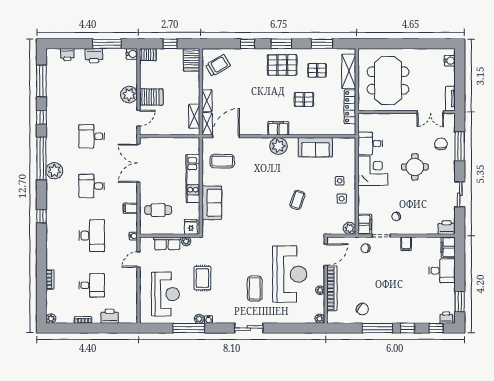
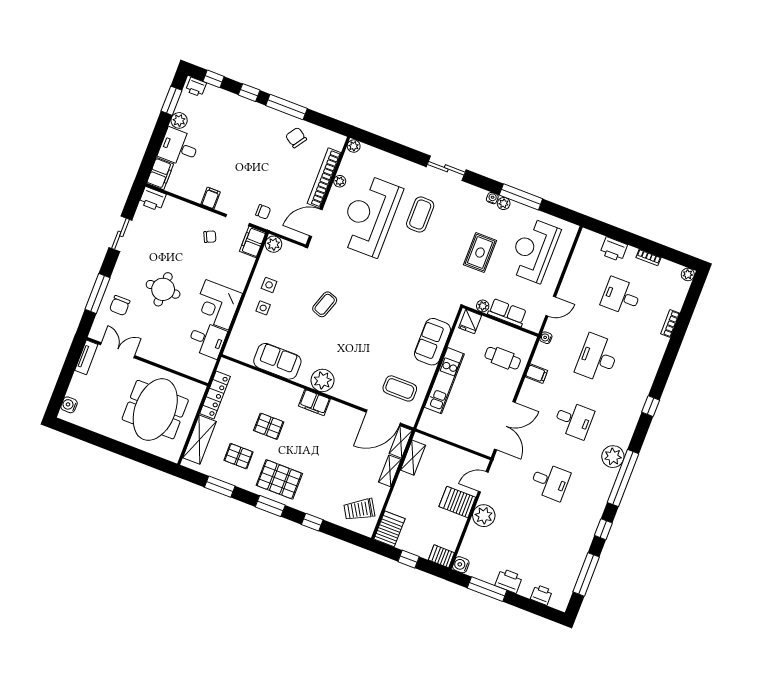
plant: (449, 290) -> (179, 120), added

